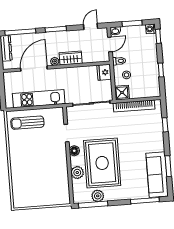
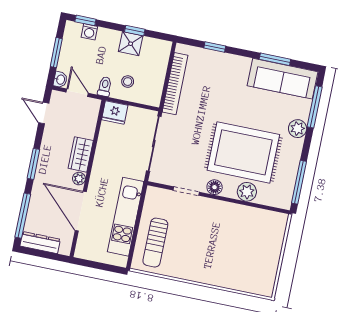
washing machine: (151, 29) -> (89, 32), moved
shower: (122, 93) -> (131, 44), moved
plant: (98, 196) -> (298, 129), moved

